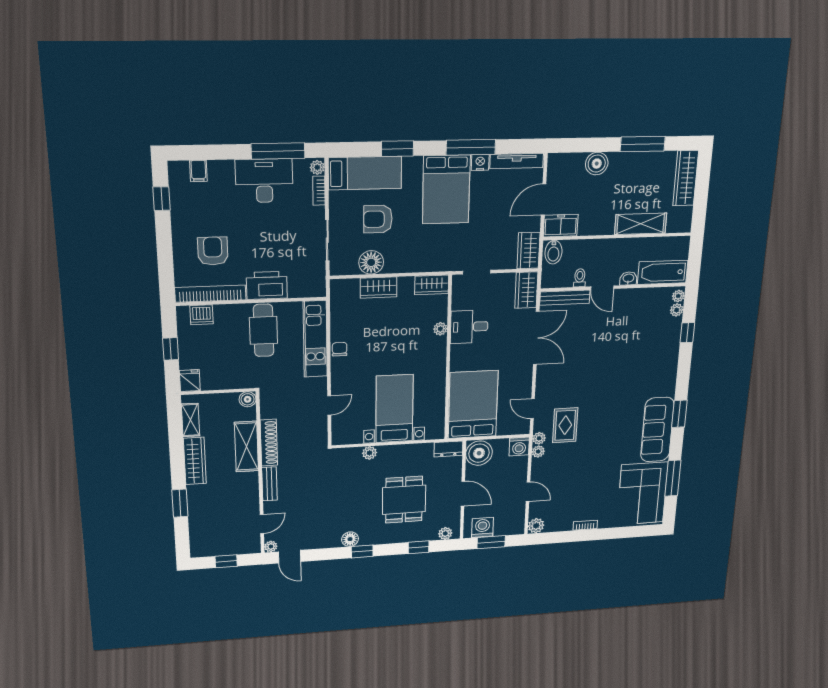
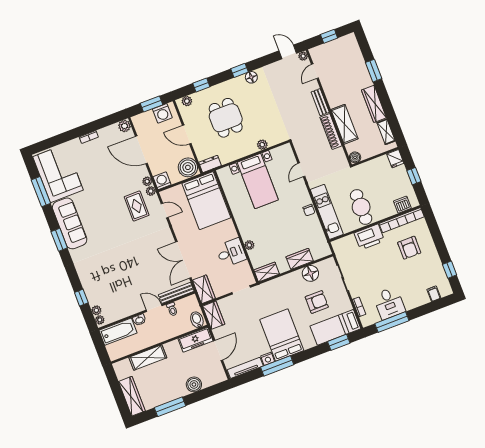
window: (397, 149) -> (339, 342), moved
plant: (317, 167) -> (365, 321), removed
desk: (264, 181) -> (389, 303), width x0.73
freezer: (561, 226) -> (195, 340), width x1.40
door: (528, 492) -> (141, 150), width x1.87

